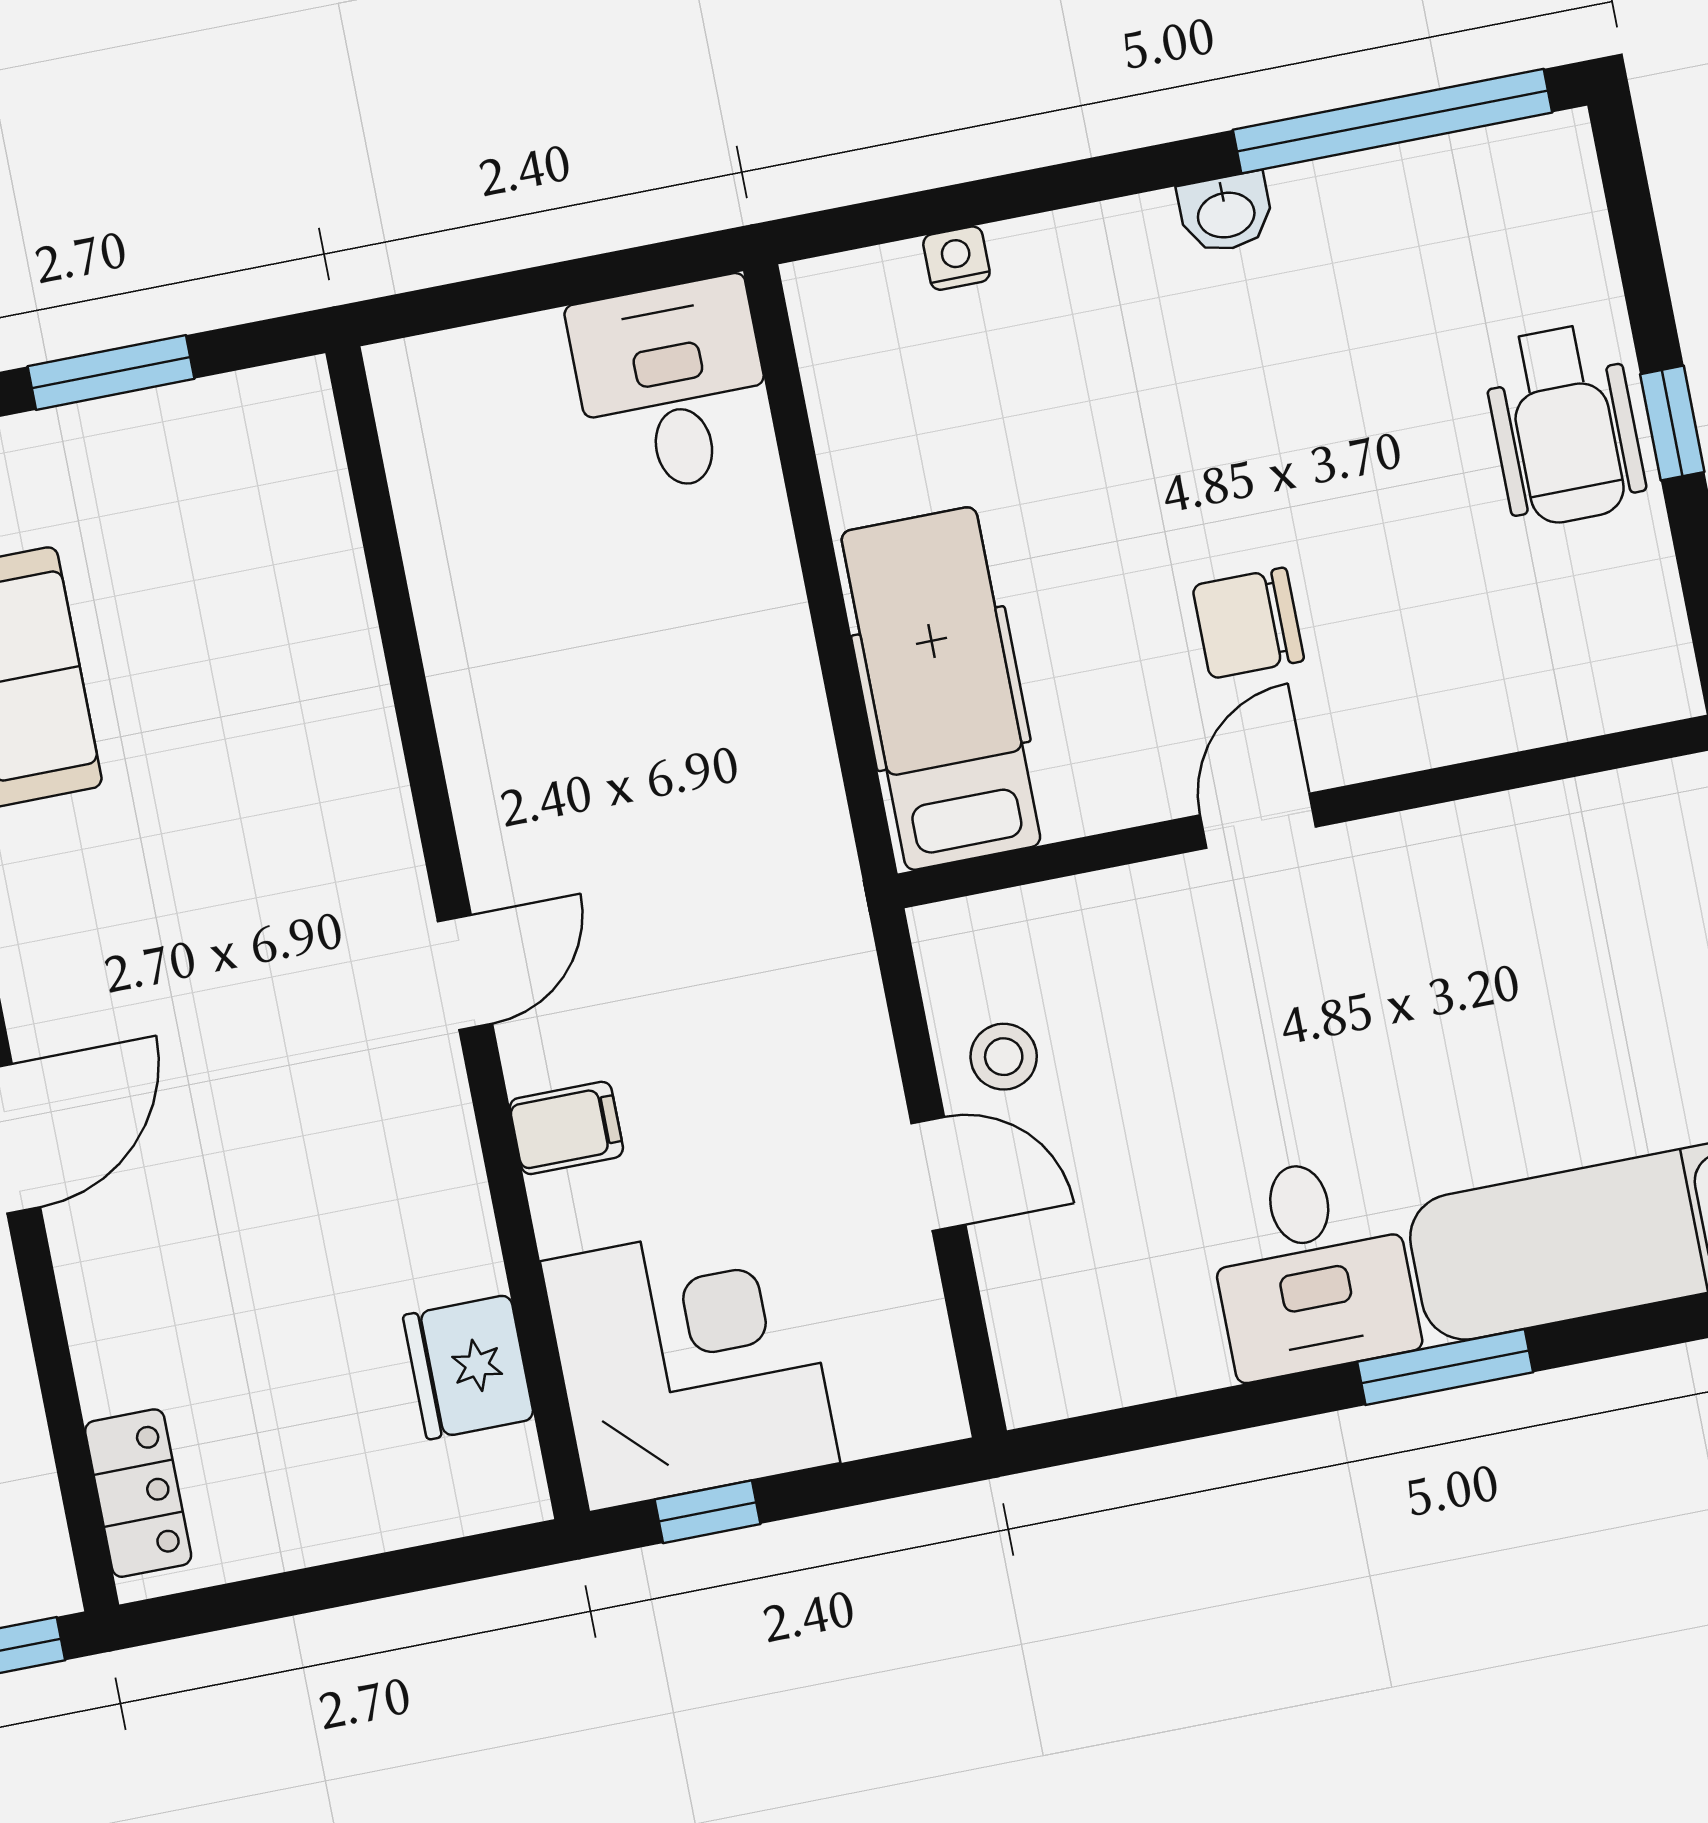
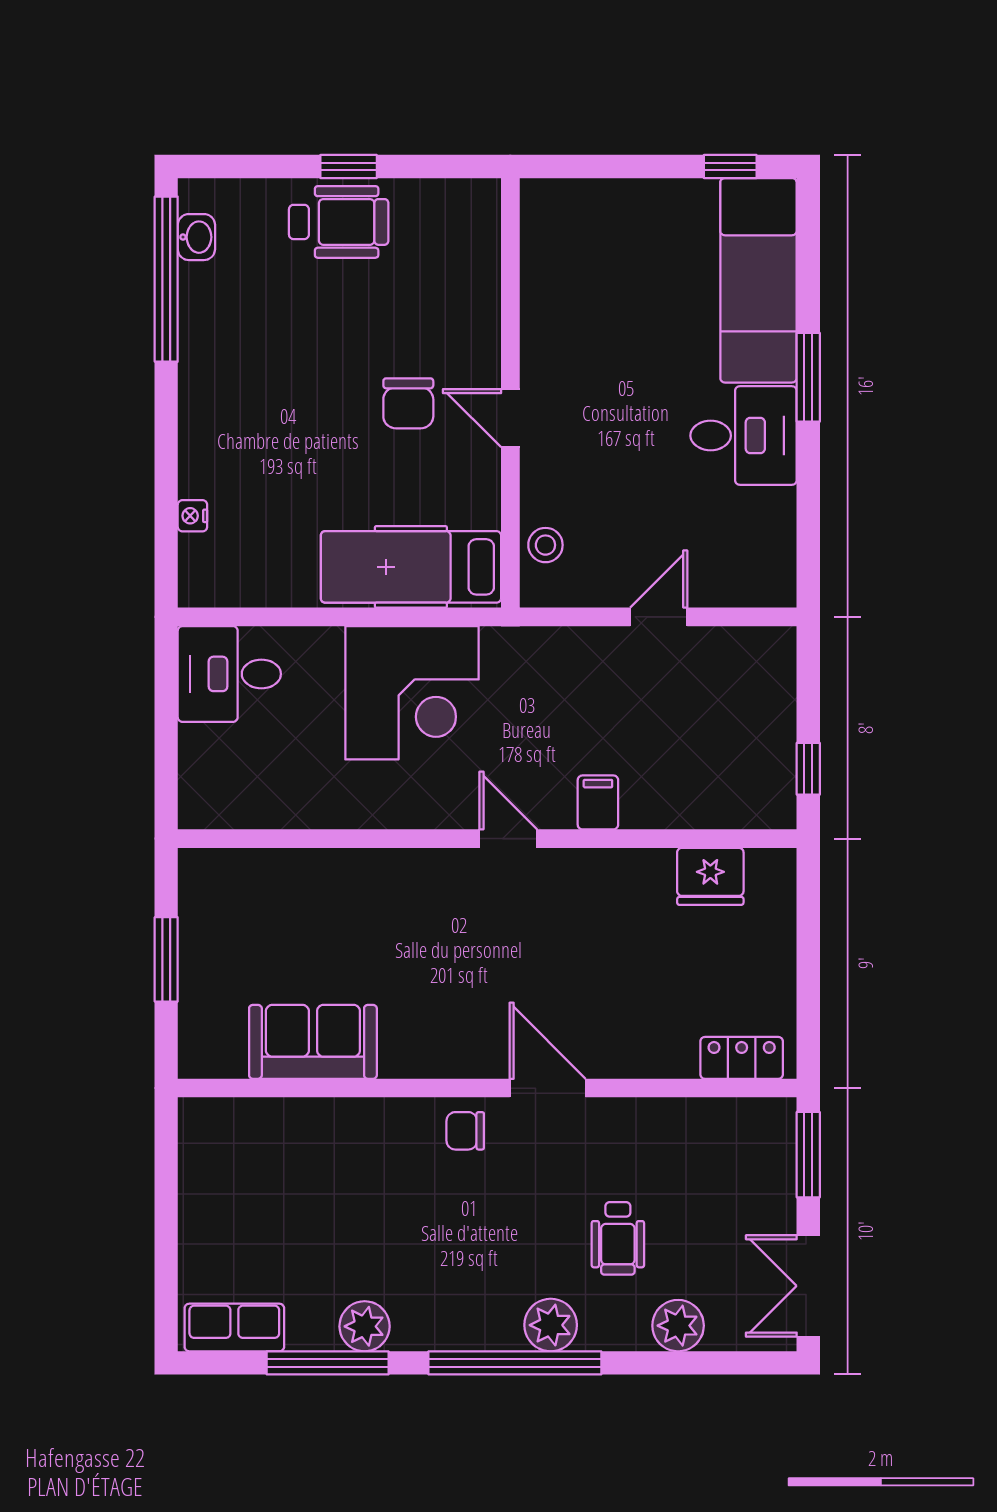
washbasin: (1226, 213) -> (196, 237), moved
stool: (1004, 1057) -> (545, 545), moved
corner desk: (690, 1362) -> (412, 693), moved, turned 180

